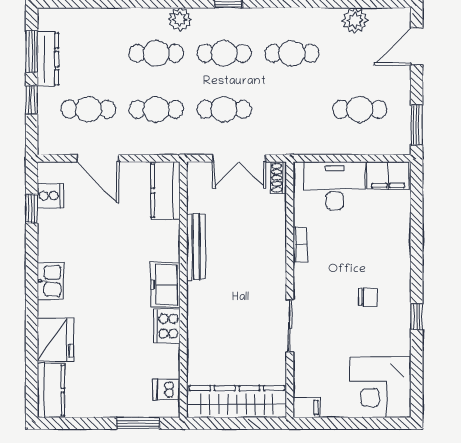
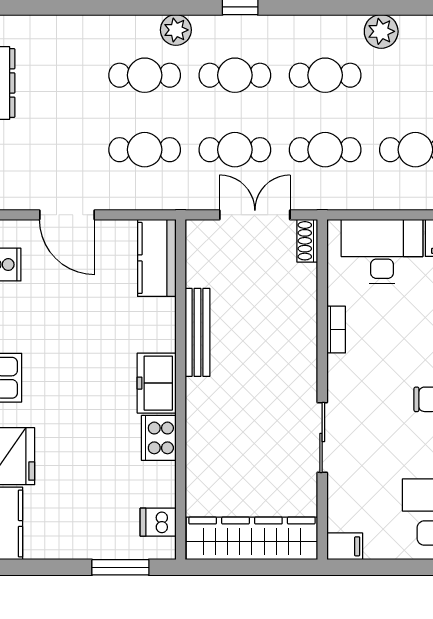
plant: (355, 20) -> (381, 31), moved
cafe table: (88, 109) -> (325, 150), moved
double door: (239, 158) -> (255, 215), swing flipped

